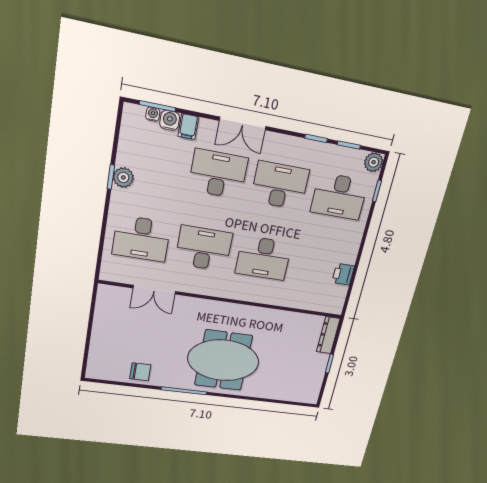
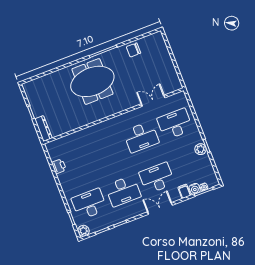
desk: (218, 174) -> (157, 178), turned 180
desk: (263, 258) -> (107, 150), removed

